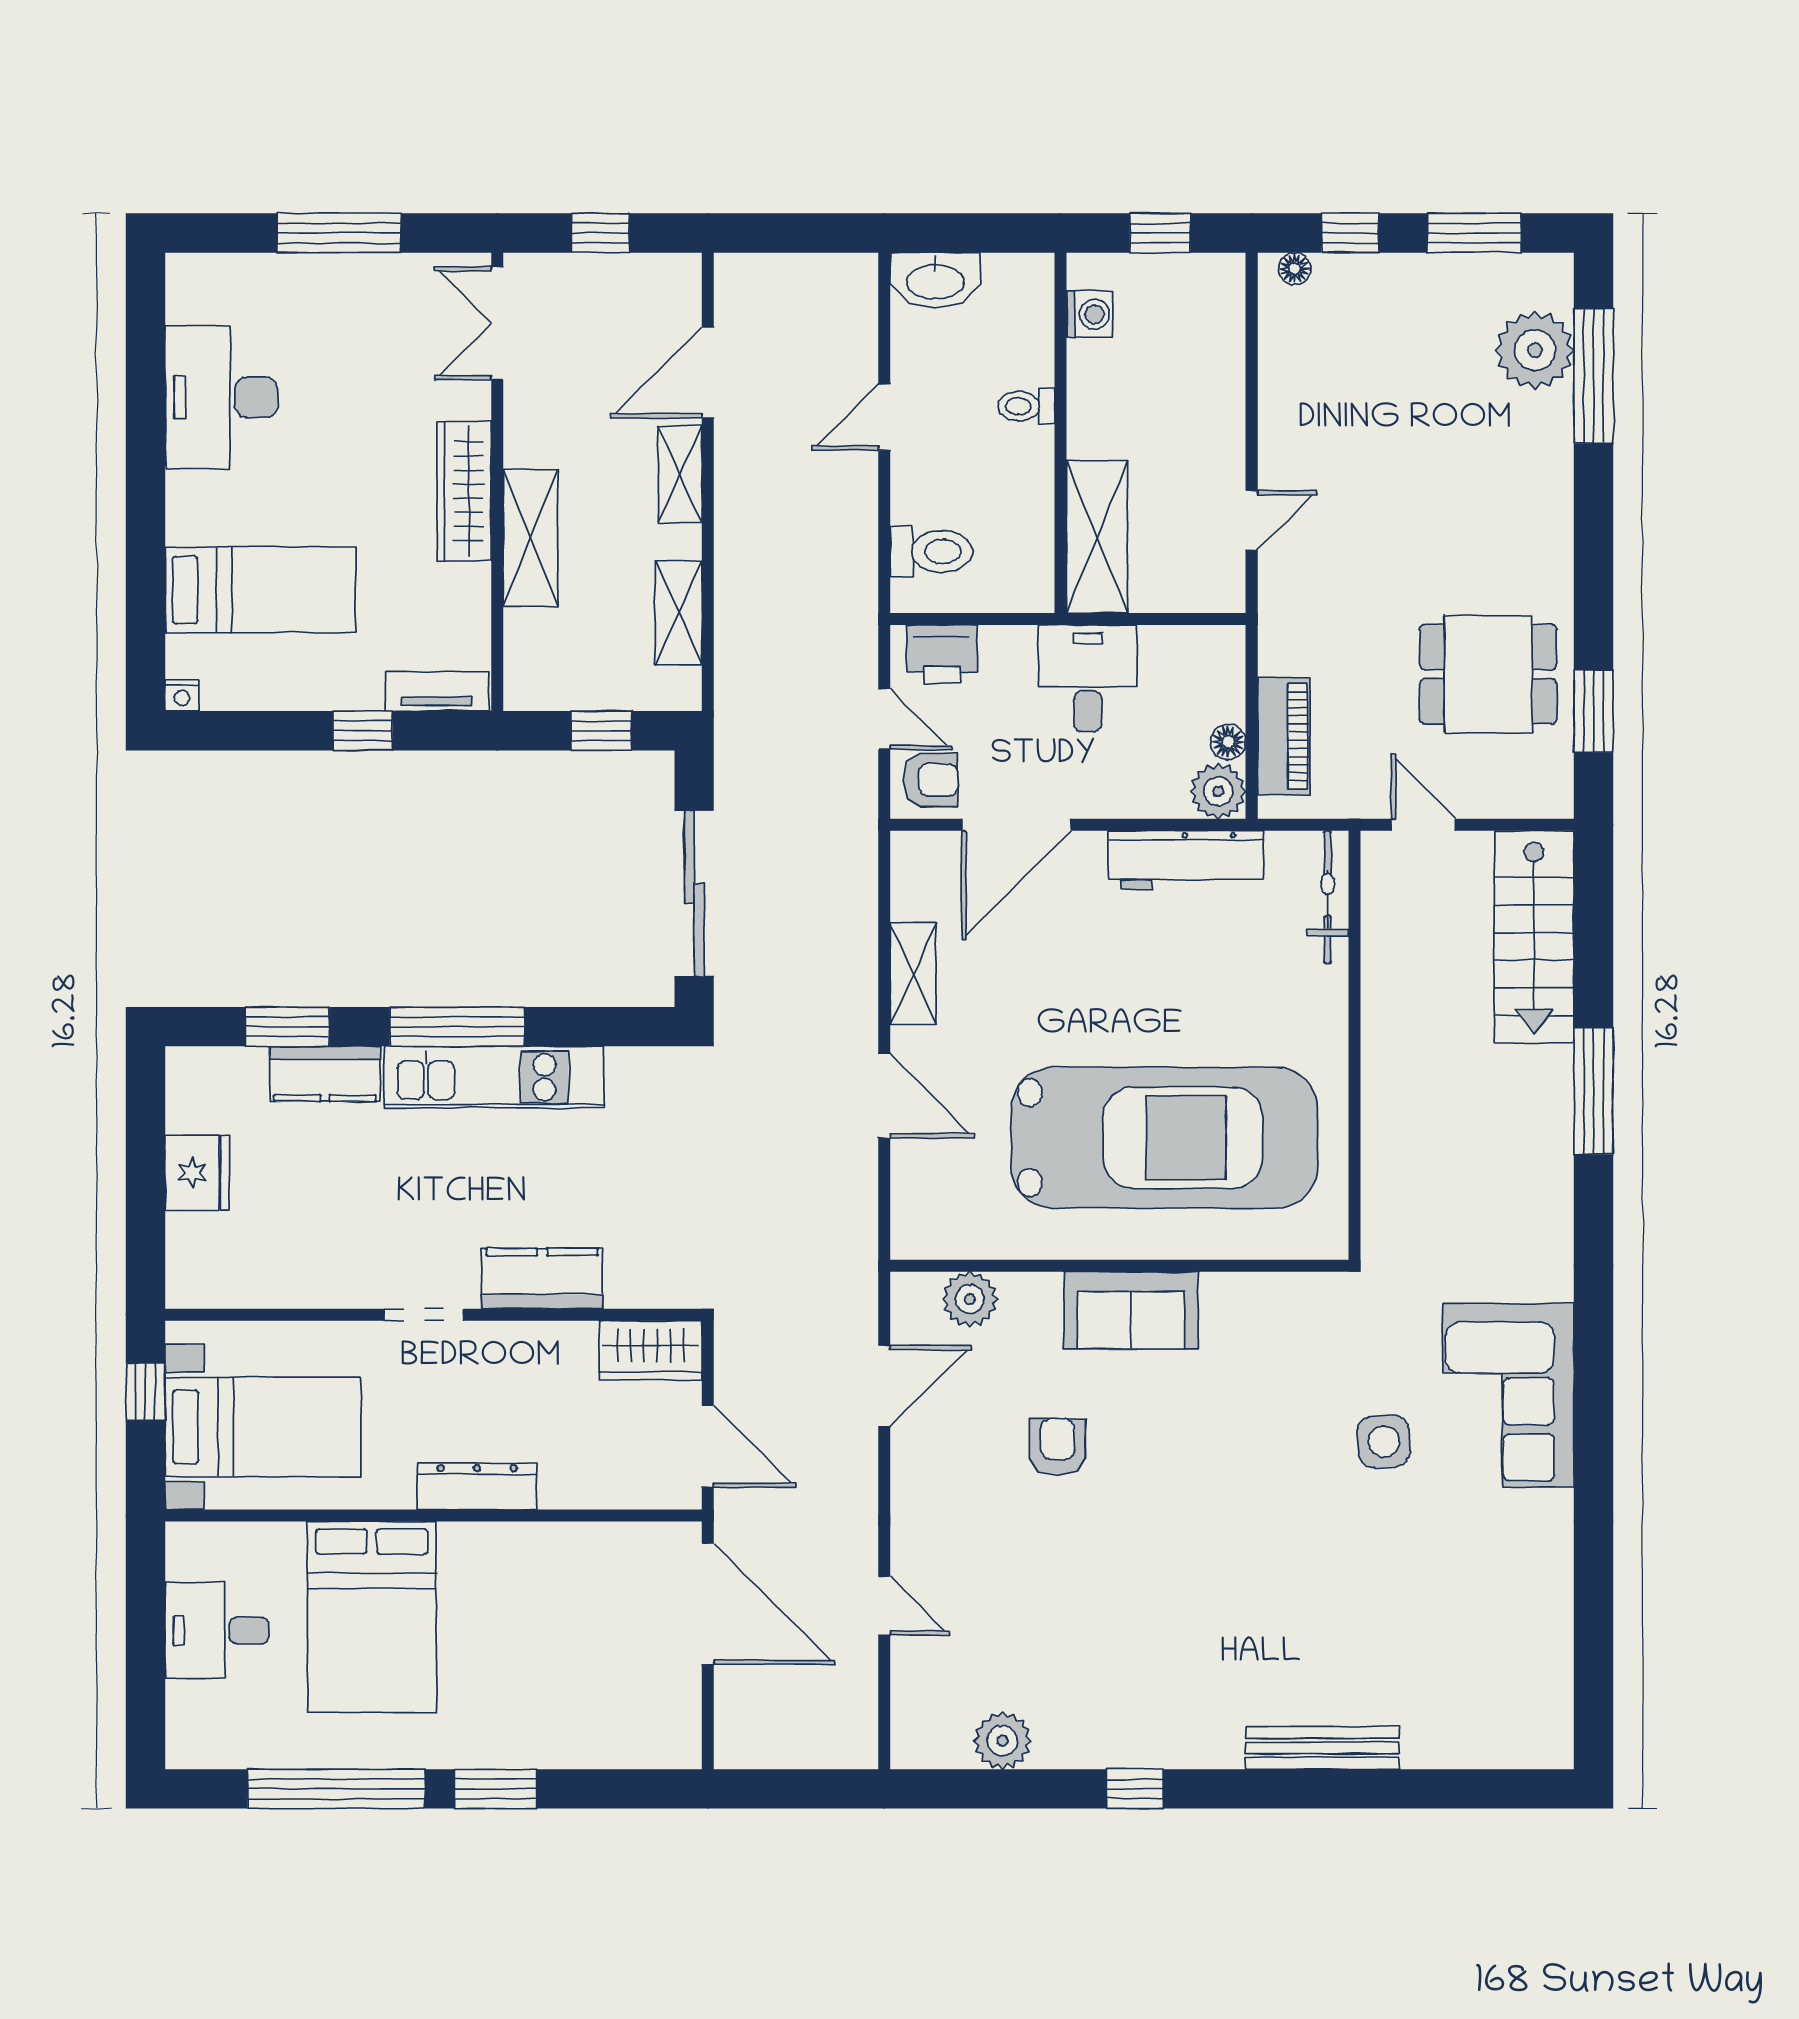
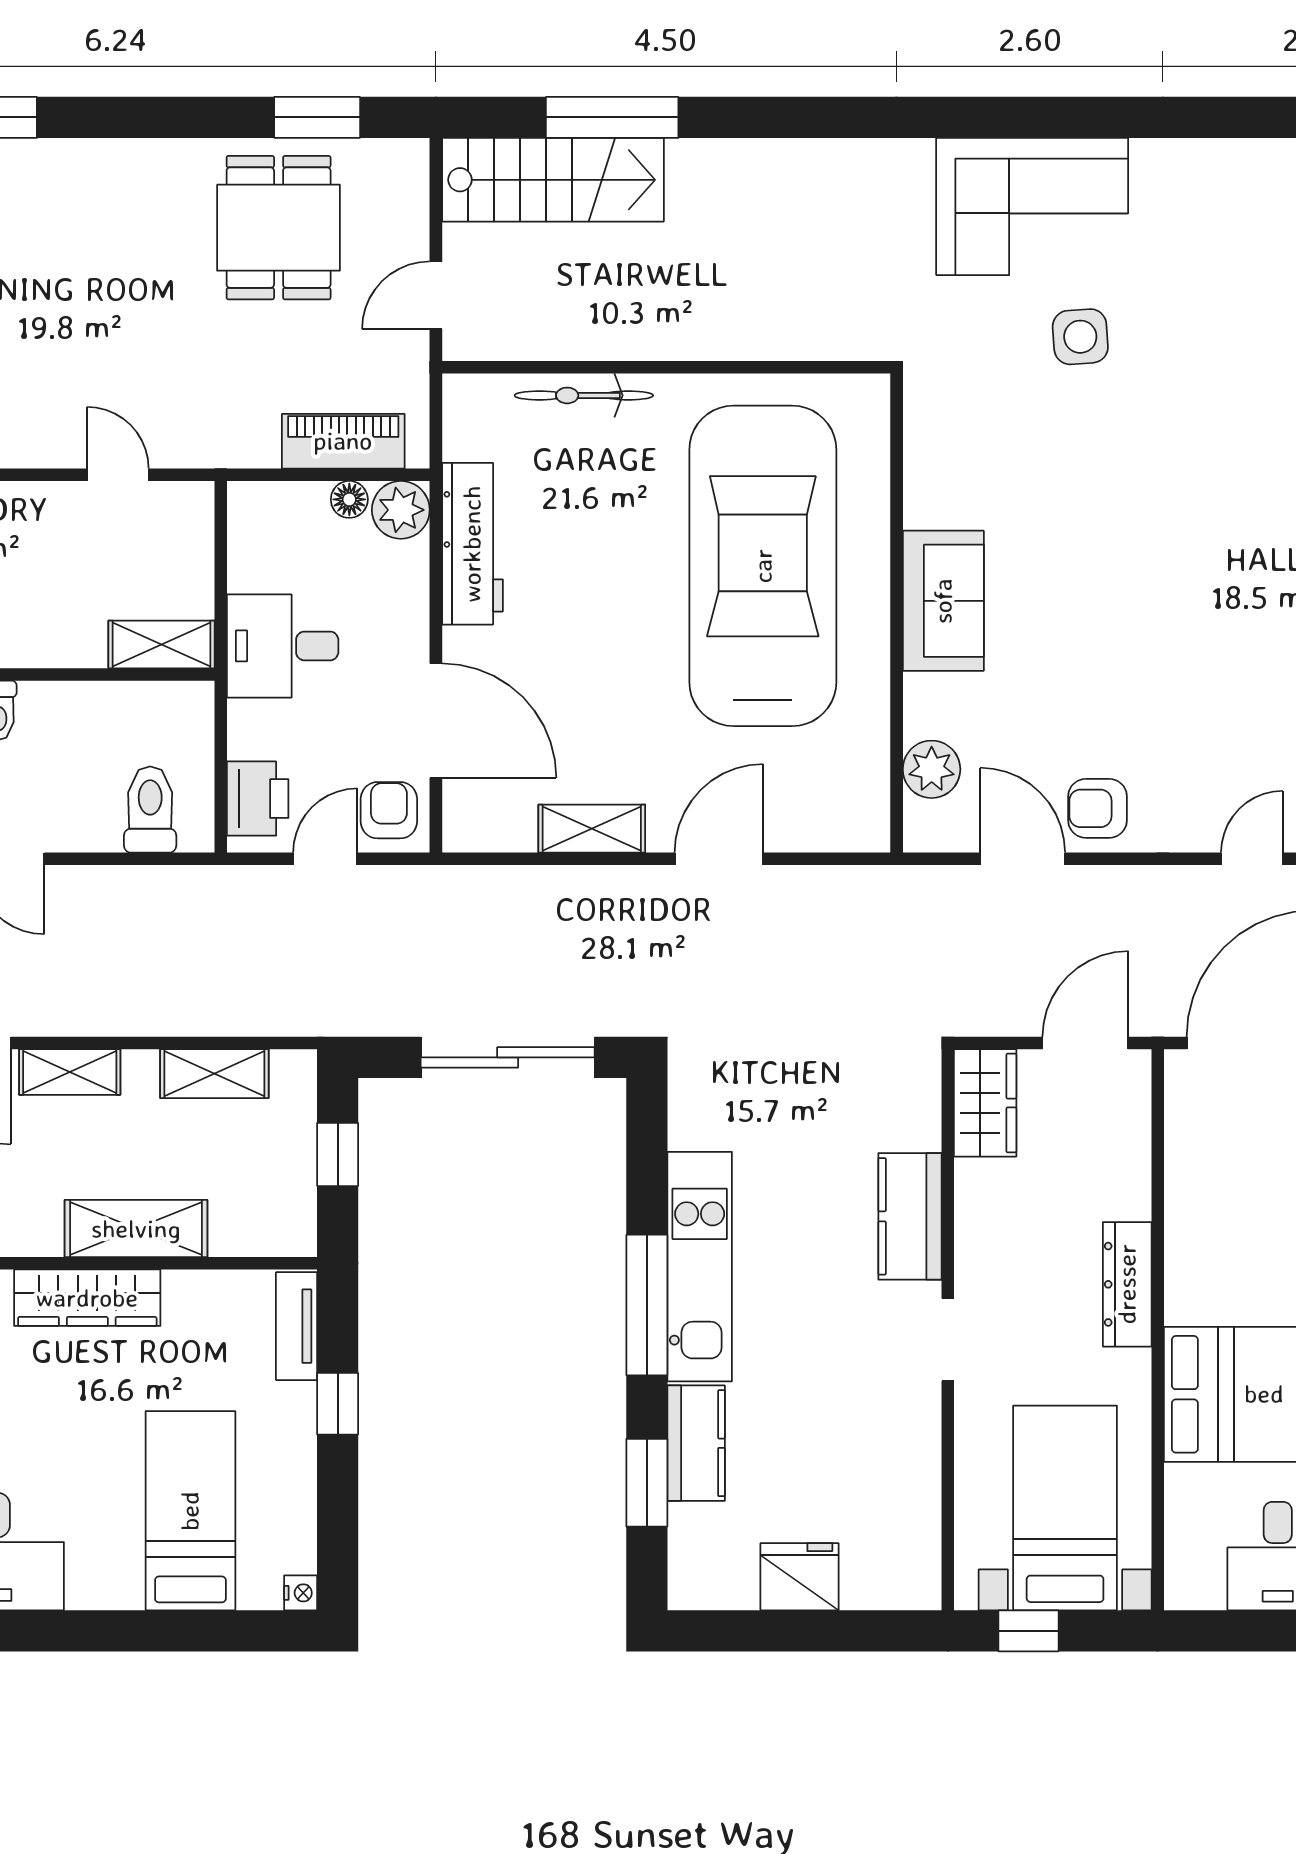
shelving: (1097, 537) -> (162, 644), width x0.67, depth x0.75
bicycle: (1328, 897) -> (584, 395), moved
window: (1594, 1091) -> (612, 117), moved
armchair: (1057, 1447) -> (1098, 808), moved

